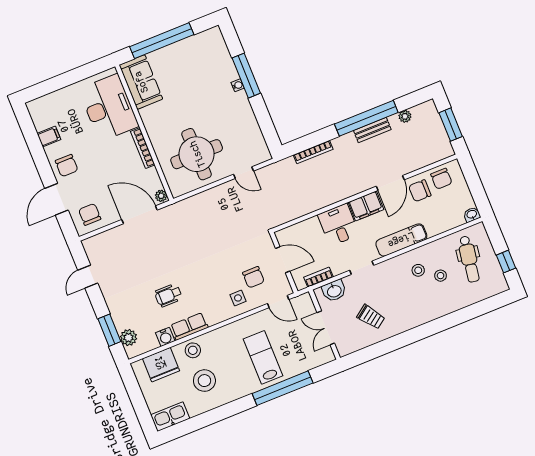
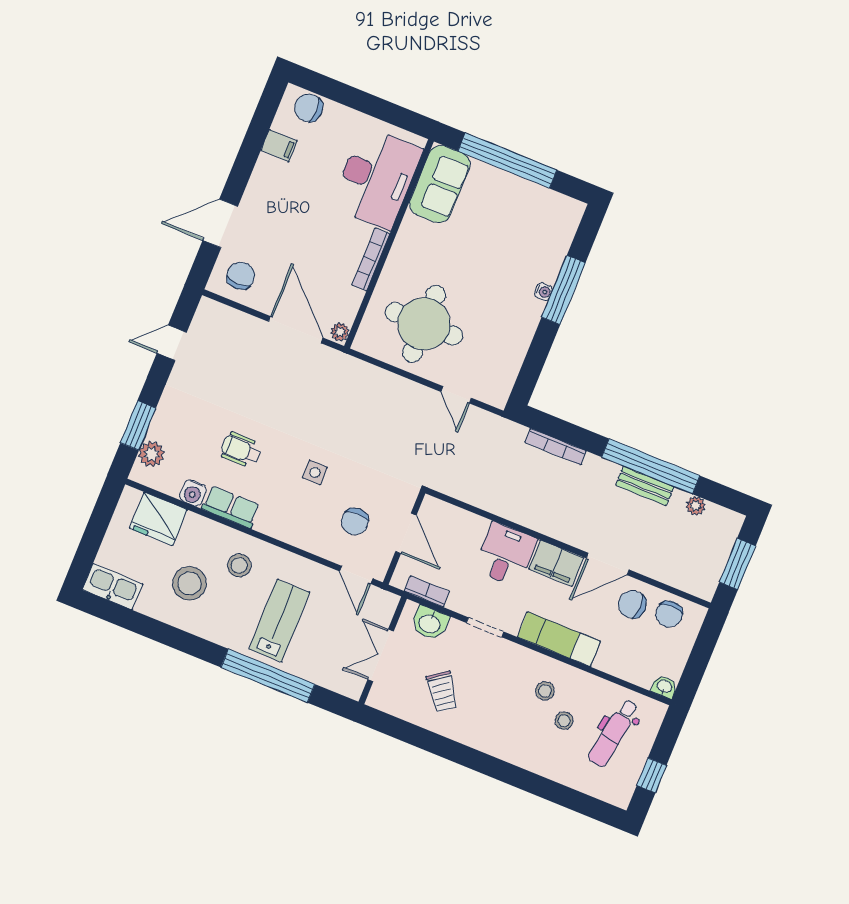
chair: (67, 166) -> (309, 108), moved, turned 90
side table: (238, 298) -> (315, 472), moved
stool: (193, 350) -> (239, 565), moved

